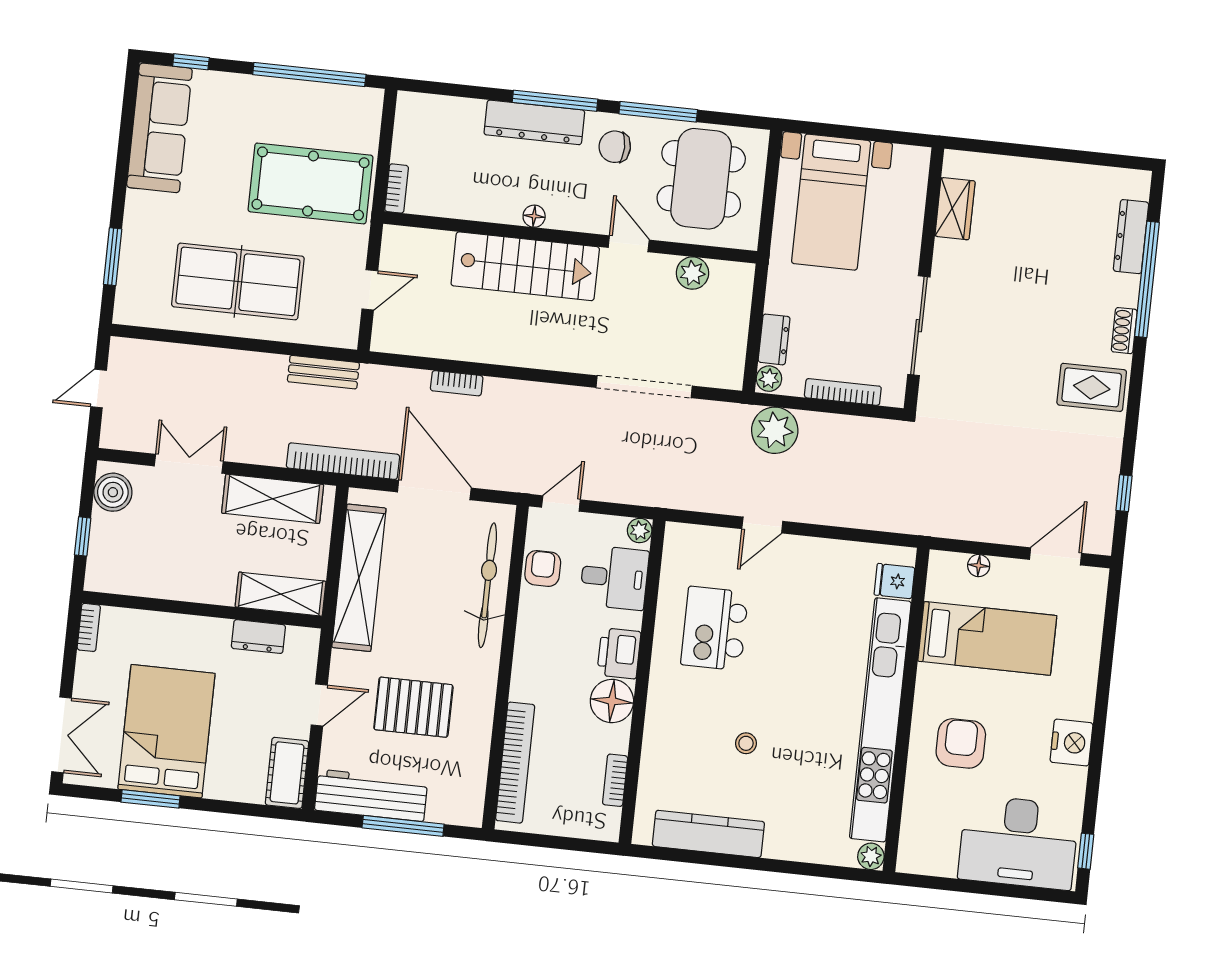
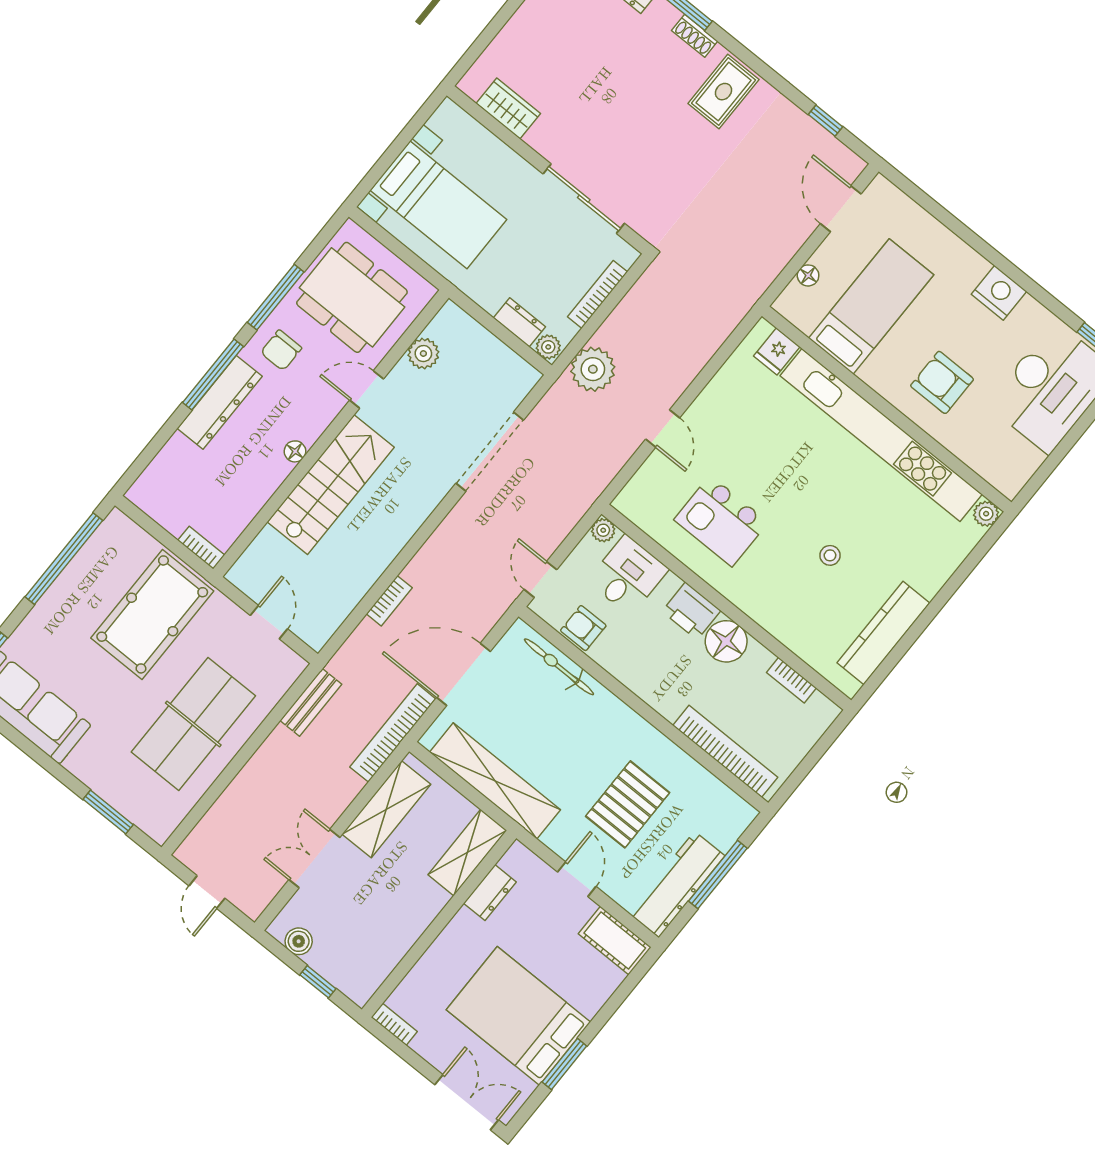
boiler: (113, 492) -> (299, 941), width x0.73, depth x0.73
bicycle: (487, 585) -> (559, 667), width x0.73, depth x0.71

